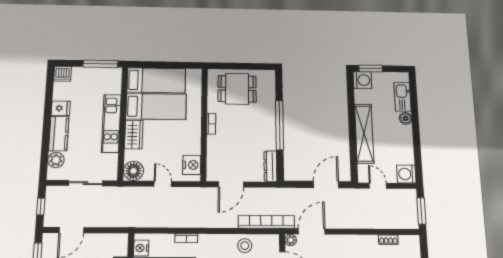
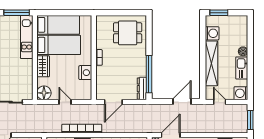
washing machine: (362, 80) -> (212, 33), moved
dining table: (237, 89) -> (128, 33), moved
kitchen sink: (402, 97) -> (242, 68), moved
kitchen unit: (111, 123) -> (27, 37), moved
window: (279, 125) -> (149, 74), moved
nightstand: (192, 165) -> (85, 73), moved
bookcase: (266, 222) -> (82, 129), moved

